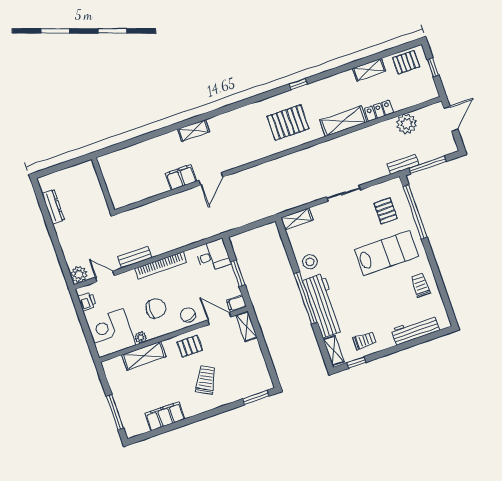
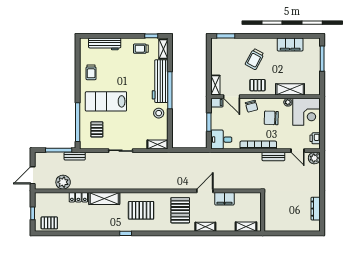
shelving: (369, 70) -> (246, 227), moved
pallet: (235, 141) -> (180, 210), added
wall: (103, 185) -> (263, 212), moved

